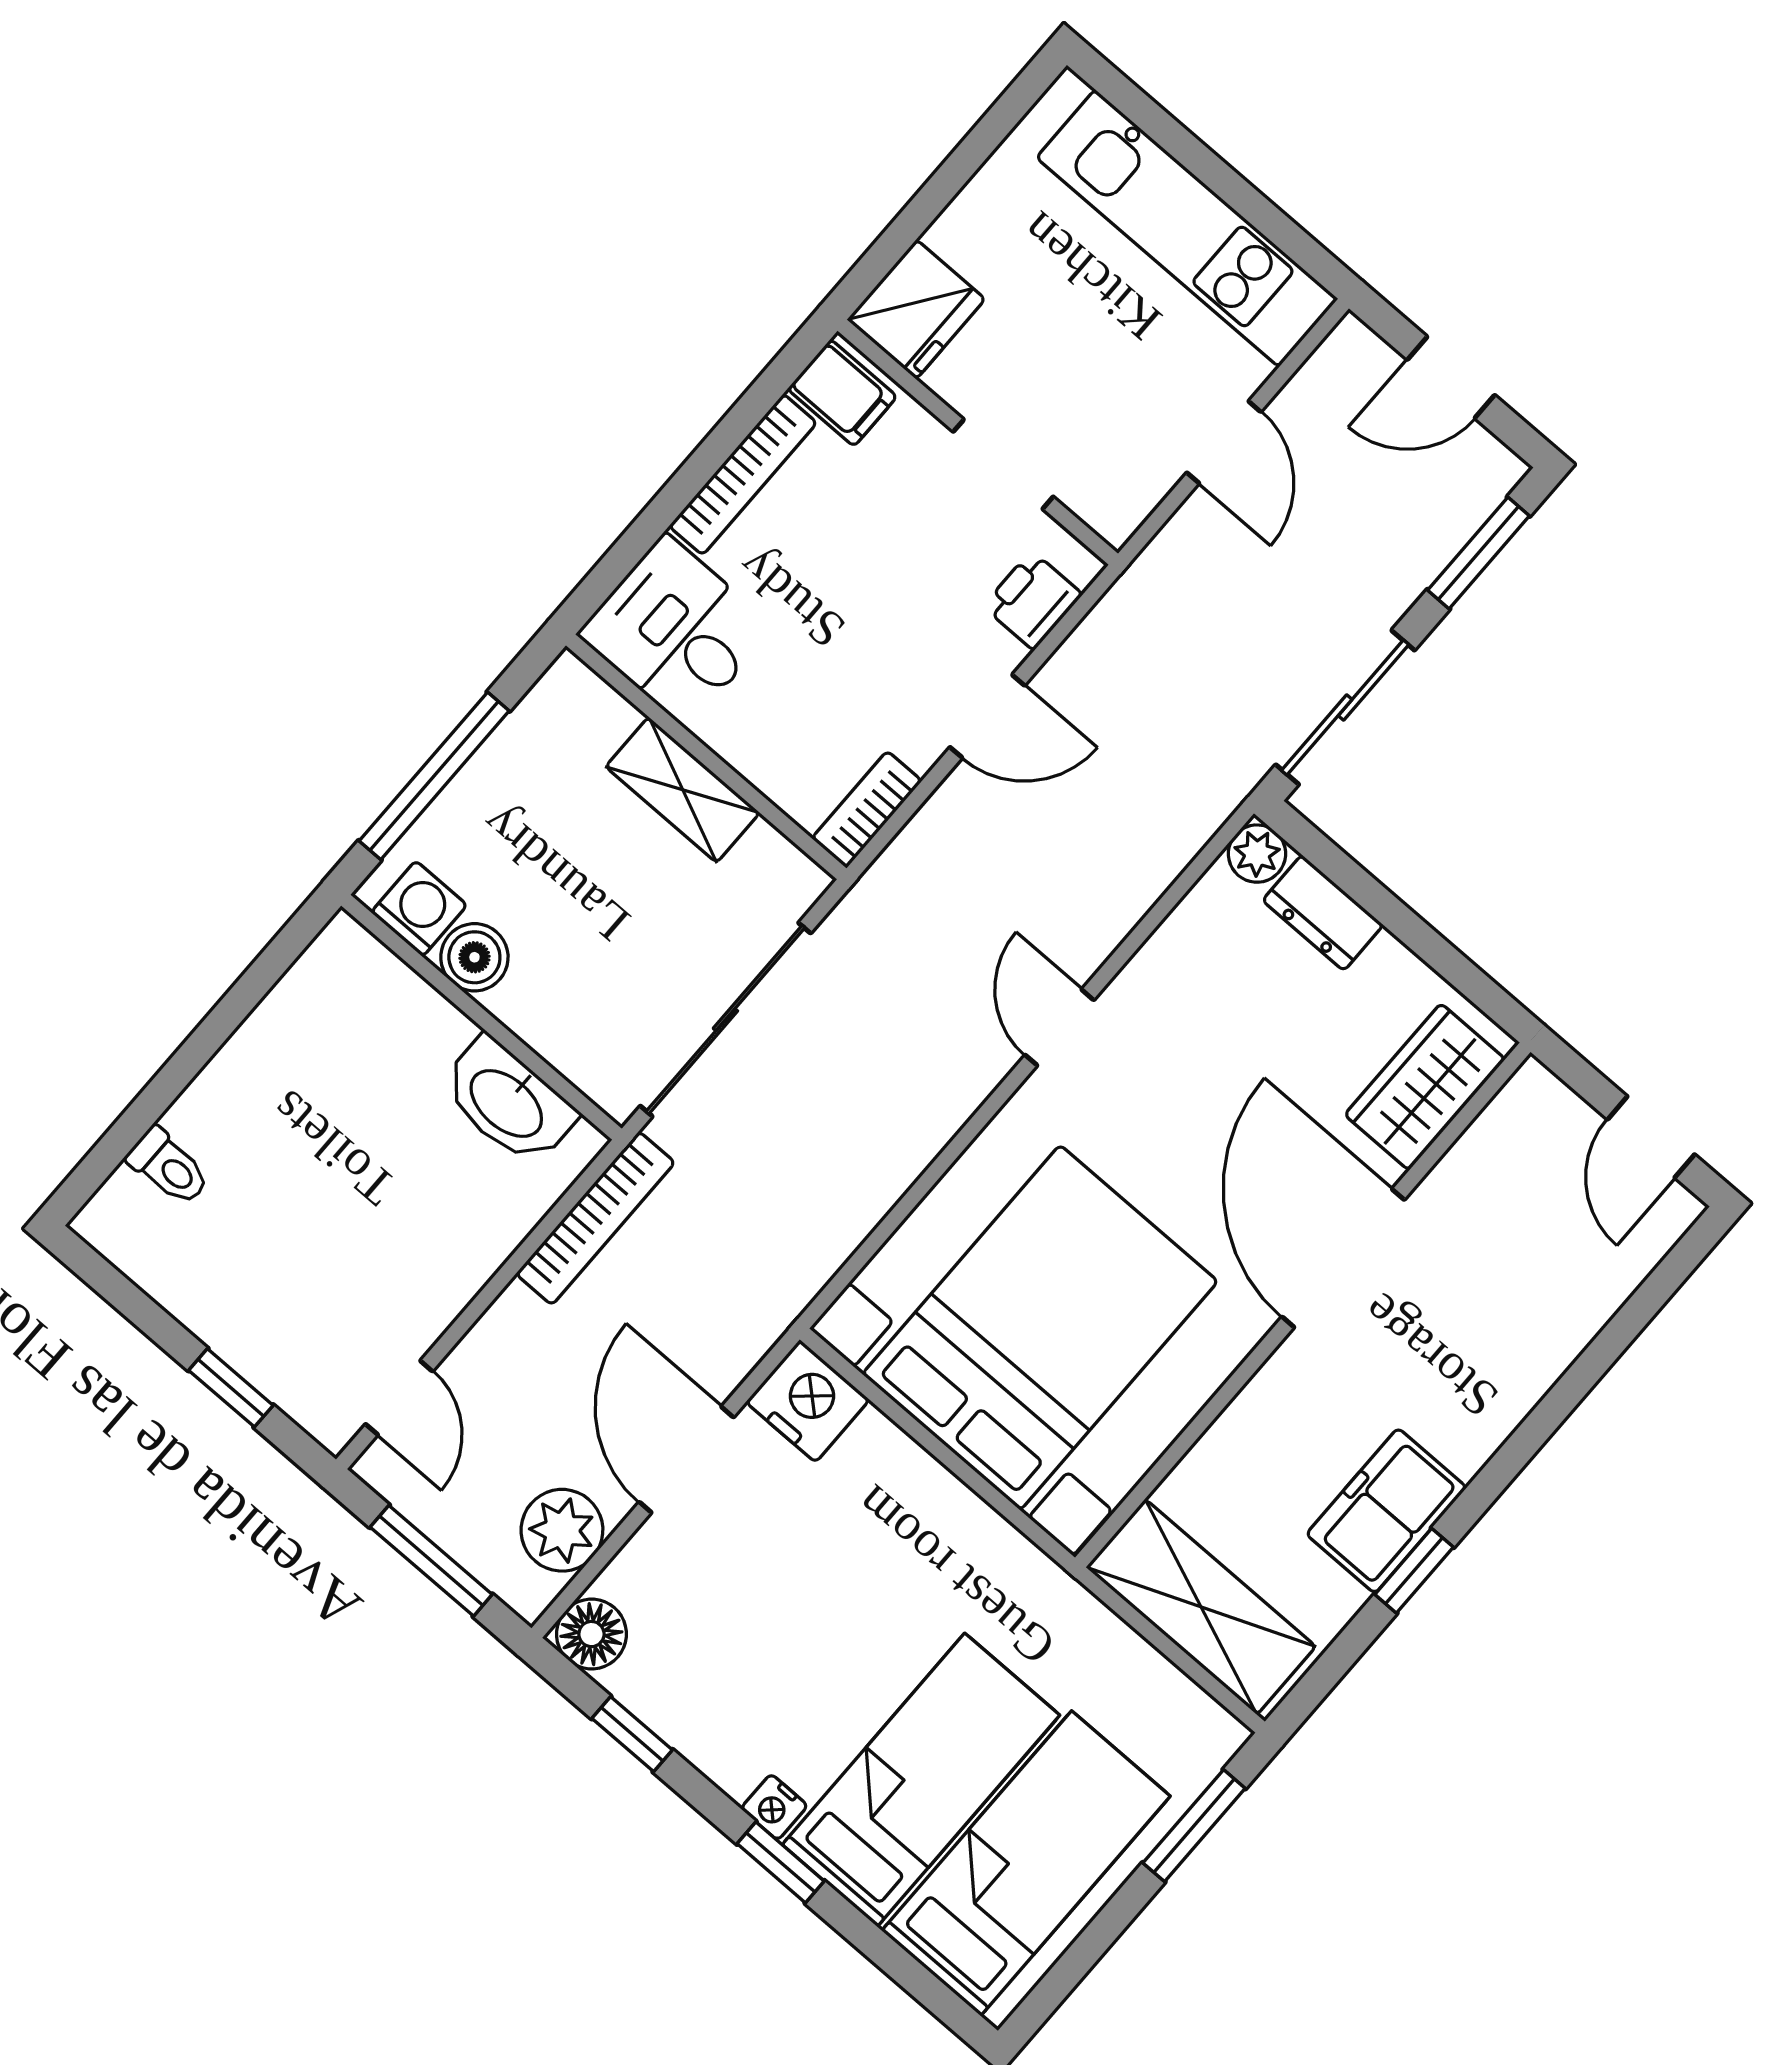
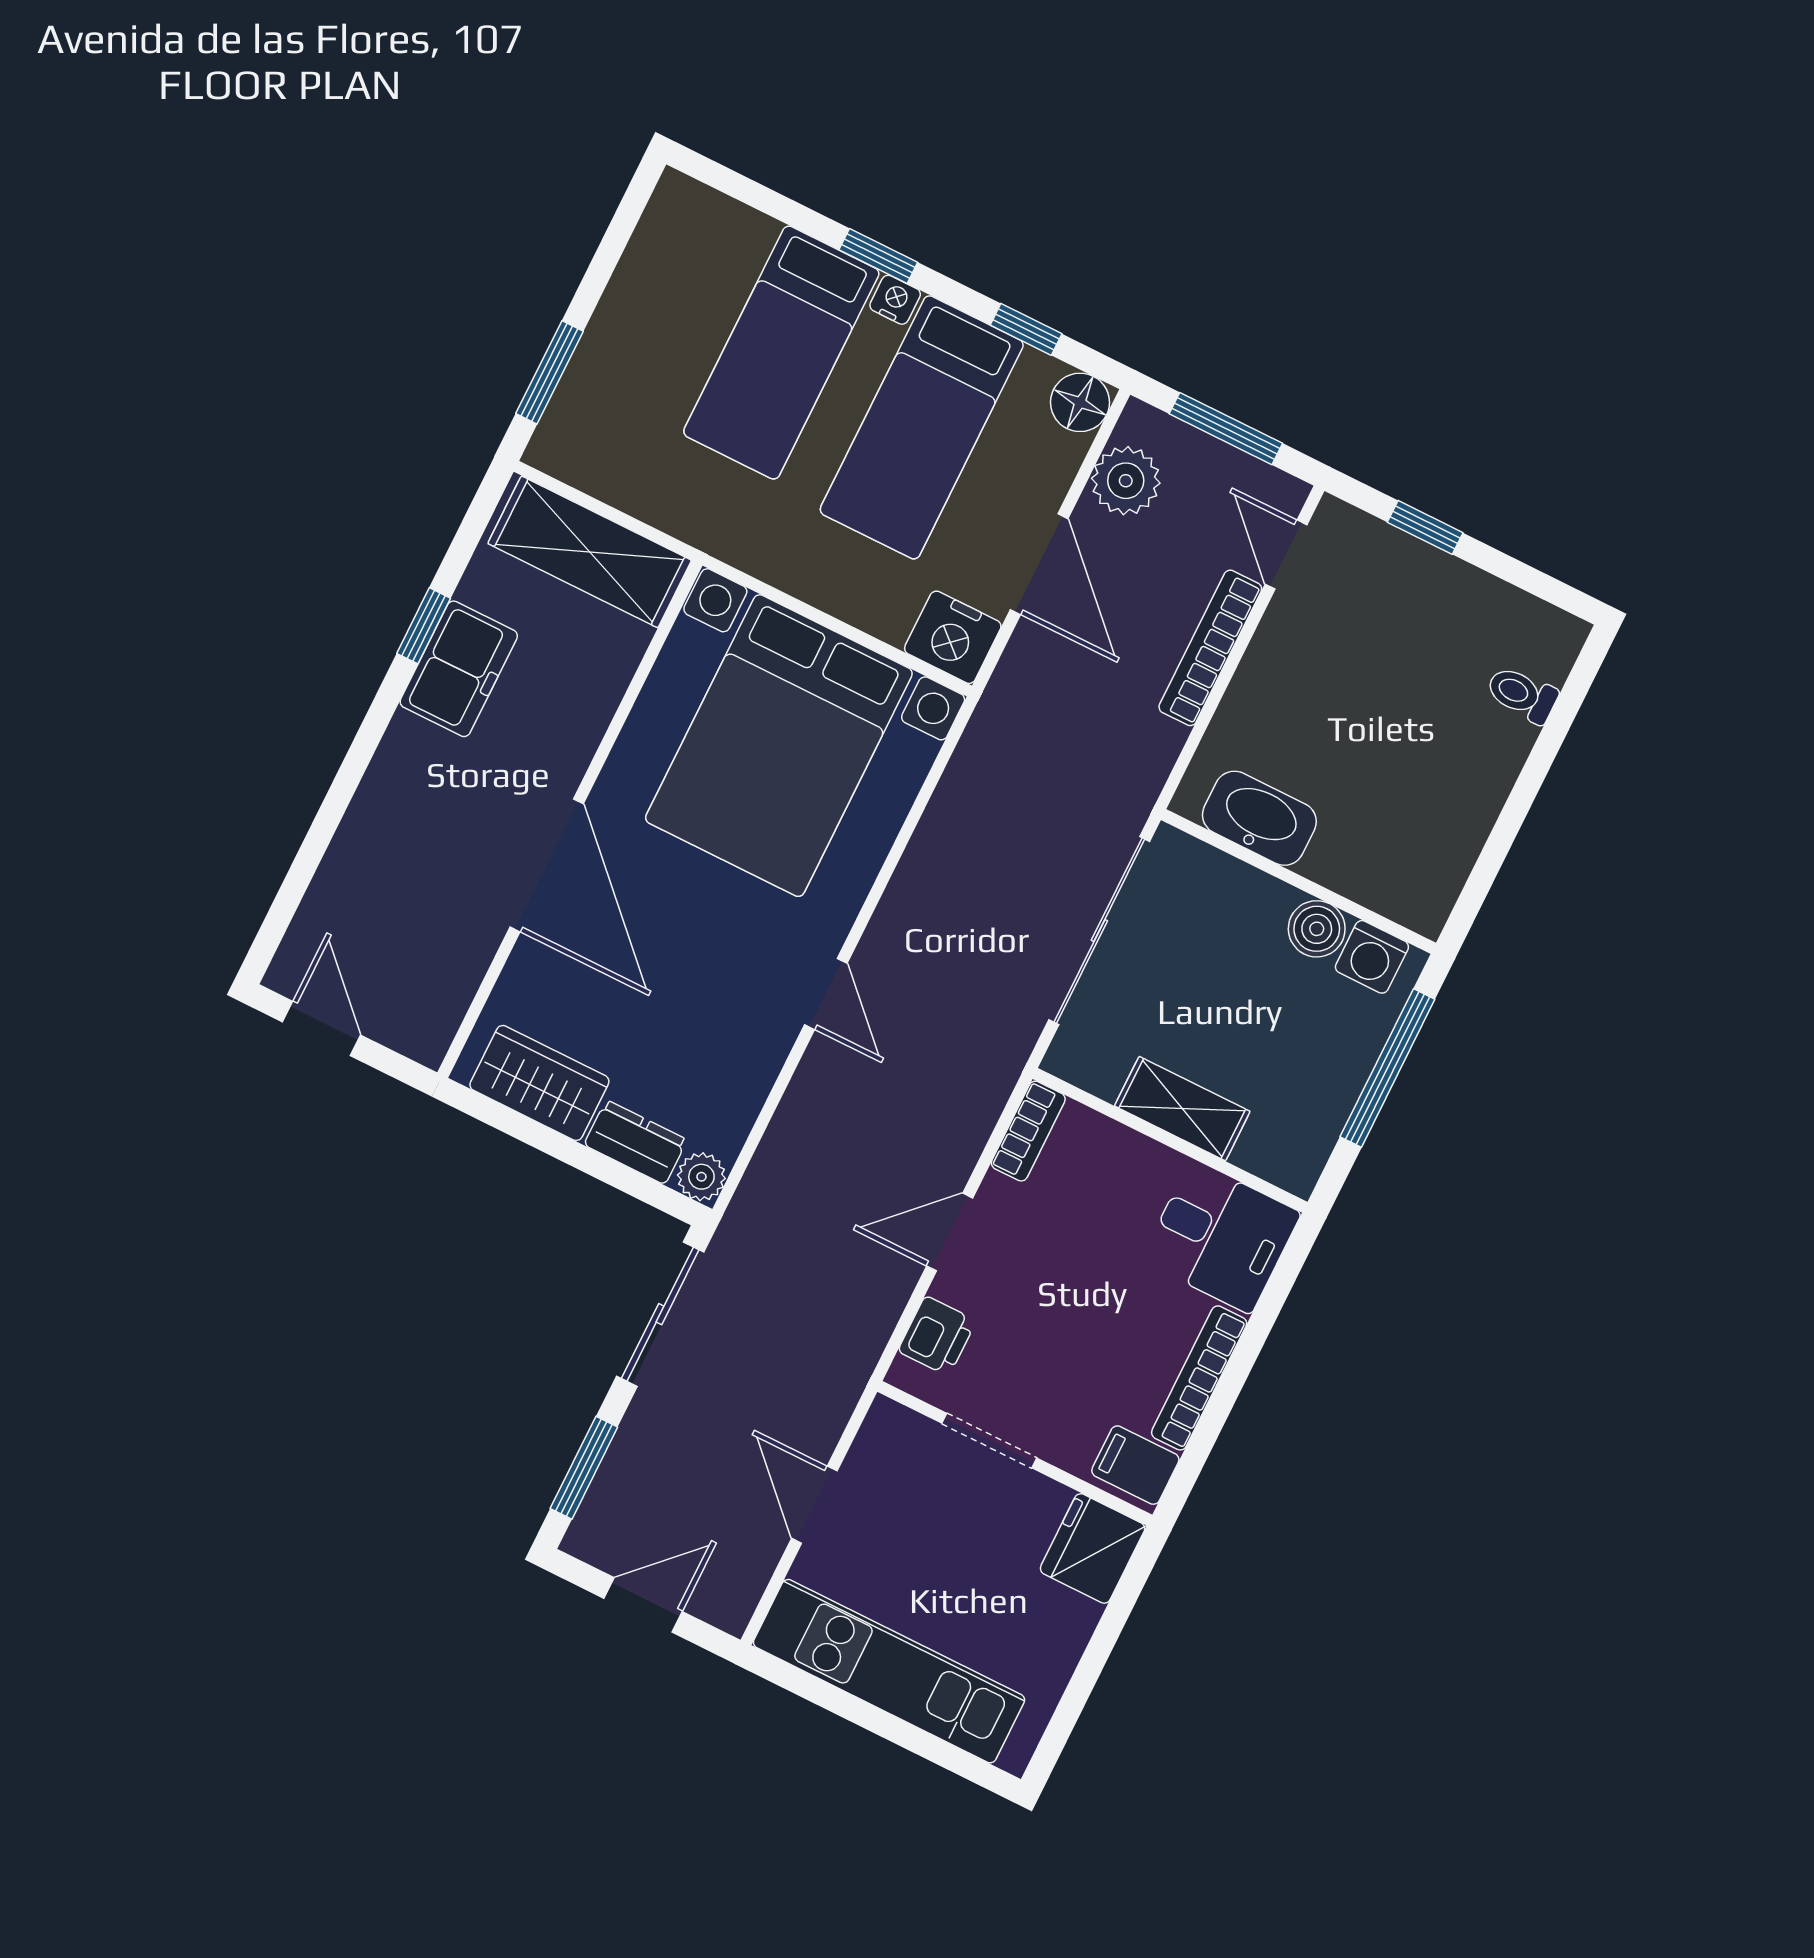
wardrobe: (1425, 1087) -> (539, 1083), moved, turned -90
bookcase: (595, 1218) -> (1210, 648), moved
bed: (1026, 1863) -> (922, 427), moved

